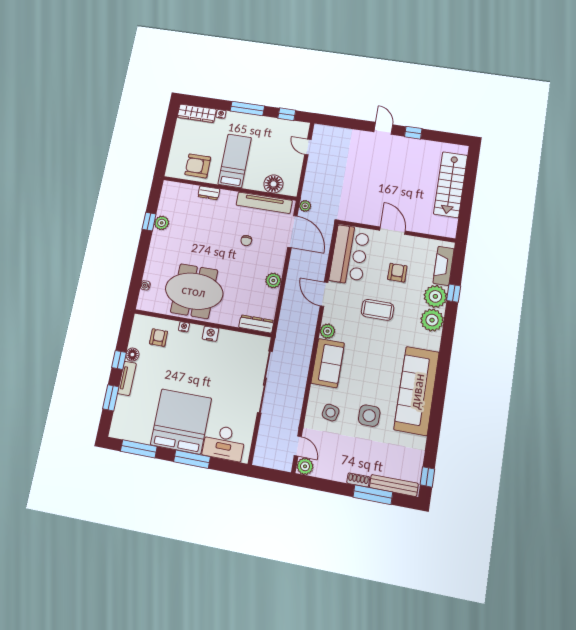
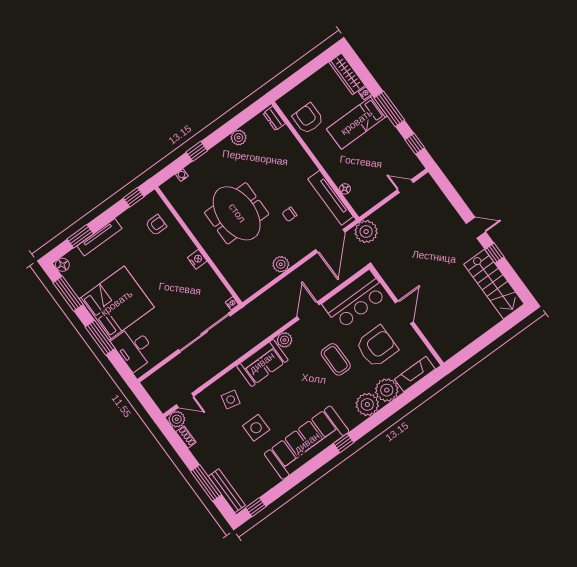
door: (383, 128) -> (476, 228), hinge flipped
door: (308, 147) -> (405, 186), hinge flipped
bed: (235, 161) -> (357, 122), moved, turned 180
floor lamp: (273, 184) -> (345, 189), width x0.53, depth x0.53
stairs: (451, 185) -> (494, 284), moved, turned -90
dresser: (209, 193) -> (274, 118), moved
plant: (305, 206) -> (366, 232), width x1.87, depth x1.87
window: (149, 222) -> (197, 151), moved
armchair: (397, 273) -> (377, 347), width x1.88, depth x1.88
meeting table: (194, 291) -> (237, 213), moved
window: (454, 293) -> (344, 443), moved
dresser: (256, 324) -> (238, 285), removed
nightstand: (184, 327) -> (232, 303), moved
floor lamp: (132, 355) -> (62, 265), moved
window: (119, 360) -> (134, 197), moved
tv unit: (127, 378) -> (99, 237), width x1.41
door: (298, 446) -> (185, 400), hinge flipped
shoe rack: (358, 480) -> (186, 437), moved

